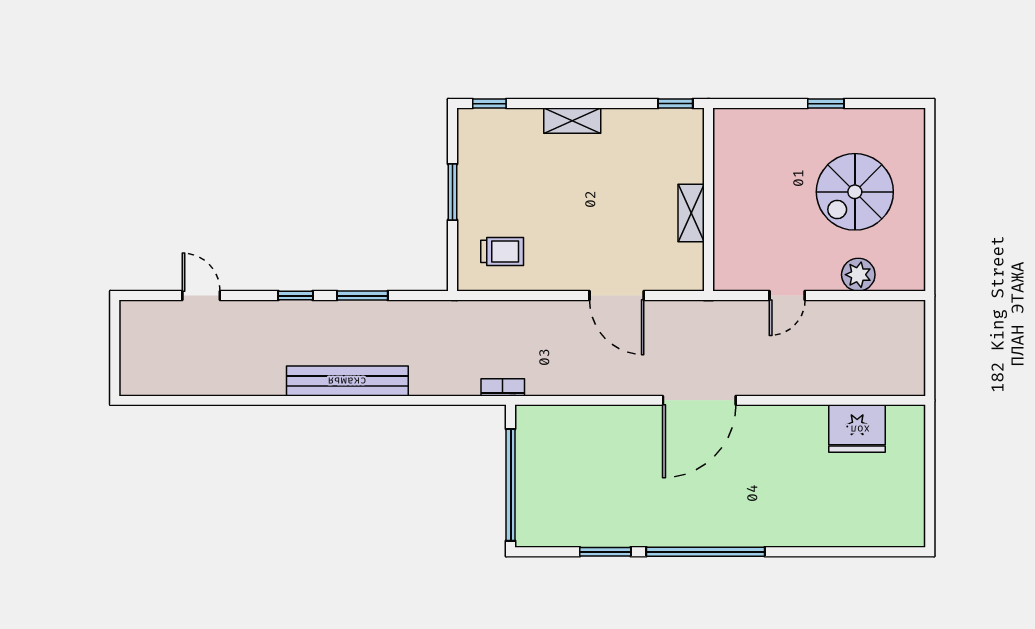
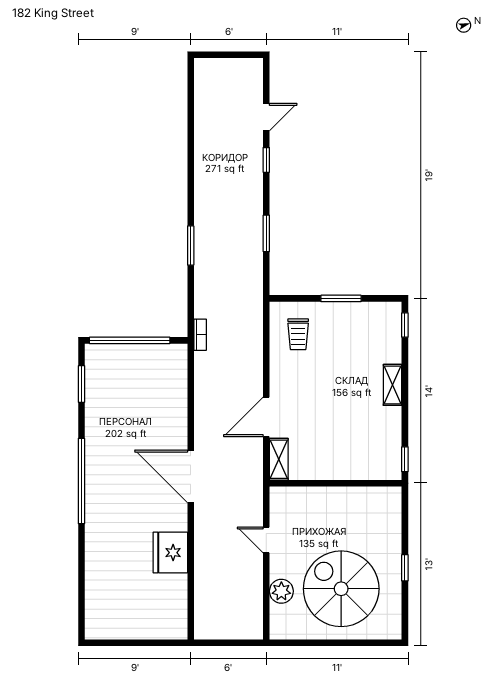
spiral stairs: (855, 192) -> (341, 589), width x1.37, depth x1.37
shelving: (691, 213) -> (279, 459), moved, turned 90
window: (295, 296) -> (266, 160), moved
bench: (347, 381) -> (205, 223), removed
window: (379, 400) -> (191, 246), added
fridge: (857, 429) -> (170, 553), moved
window: (605, 552) -> (81, 384), moved

